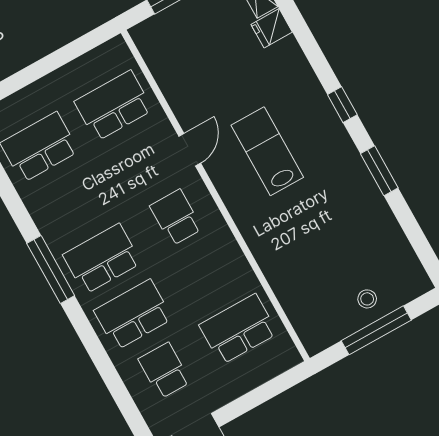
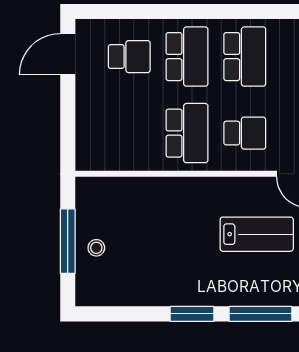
window: (342, 105) -> (260, 314), width x2.17
window: (51, 270) -> (259, 11), removed
school desk: (238, 329) -> (187, 133), moved

